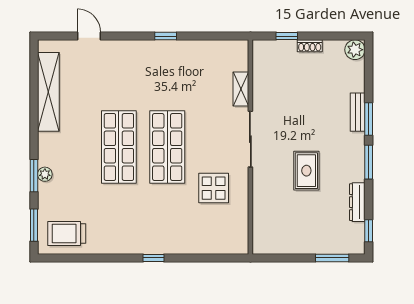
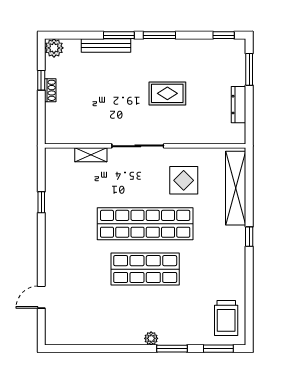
window: (166, 36) -> (41, 202), moved
window: (287, 36) -> (41, 80), moved
shelving: (48, 92) -> (236, 188), moved, turned 90
bench: (358, 112) -> (106, 45), width x1.36
shop shelf: (167, 147) -> (145, 224), width x1.40
plant: (45, 174) -> (151, 338), moved
dresser: (357, 202) -> (239, 105), moved, turned 90

